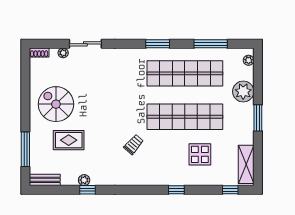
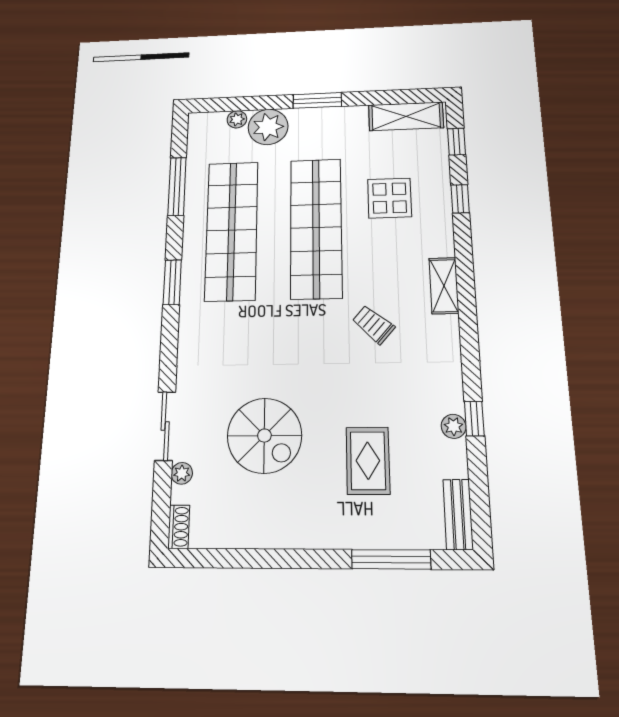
plant: (249, 60) -> (237, 119), moved
spiral stairs: (56, 104) -> (264, 436), moved, turned -90
shelving: (152, 179) -> (444, 286), added
window: (176, 190) -> (460, 199), moved

